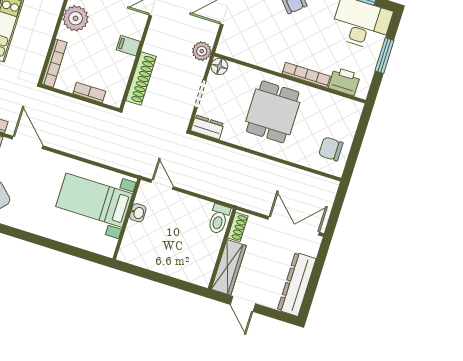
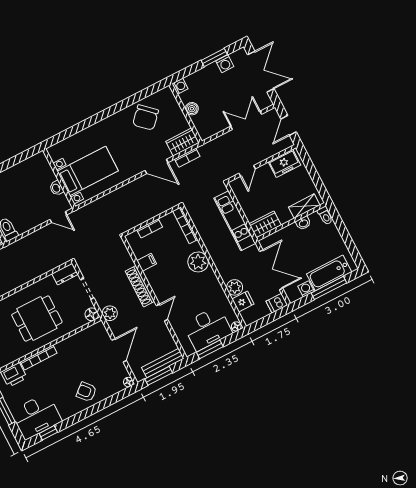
filing cabinet: (128, 46) -> (147, 262), moved
shoe rack: (141, 78) -> (140, 286), moved
dining table: (273, 112) -> (37, 318), turned 90

